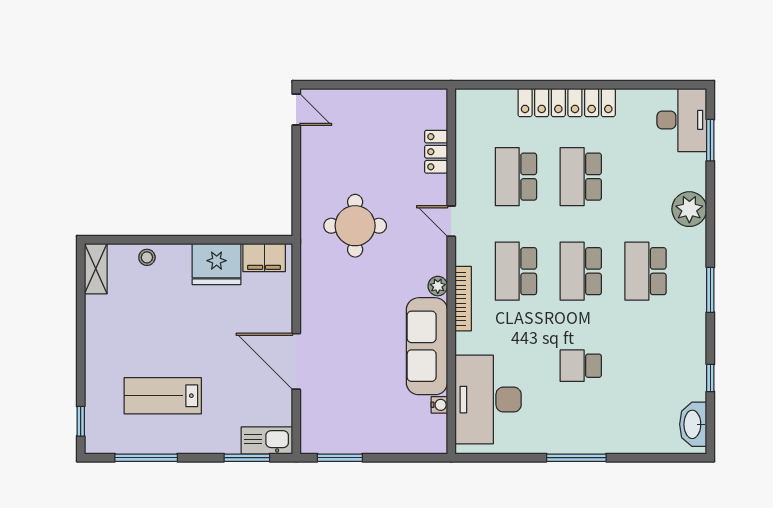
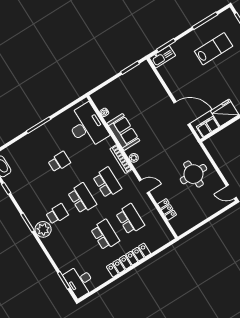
plant: (689, 209) -> (43, 229), moved
round table: (355, 226) -> (193, 174), moved
school desk: (646, 271) -> (57, 214), width x0.54
sofa: (427, 346) -> (123, 132), width x0.73
door: (296, 361) -> (182, 113), moved

